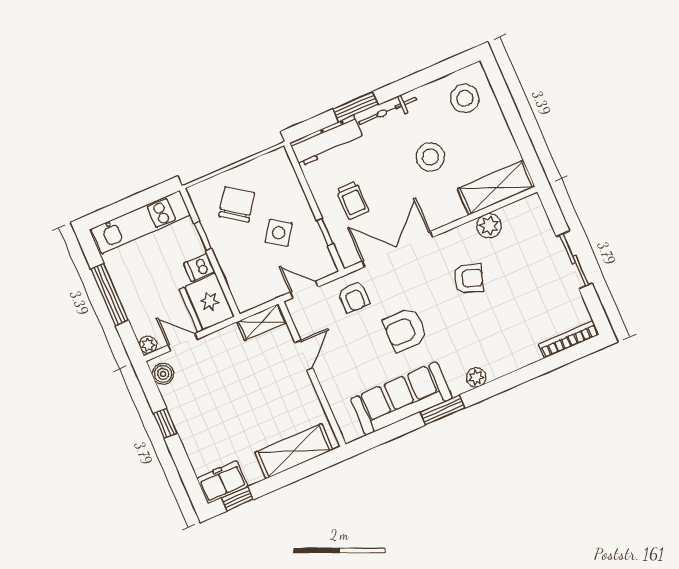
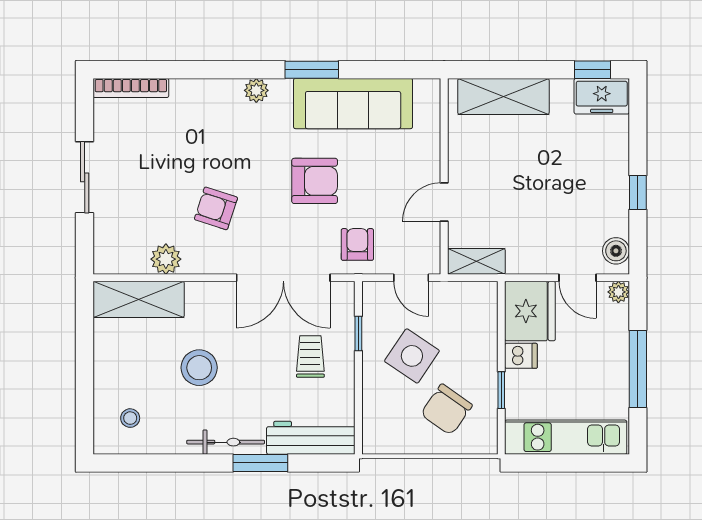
stool: (465, 98) -> (130, 418), width x0.53, depth x0.53
side table: (279, 233) -> (412, 356), width x1.37, depth x1.37

